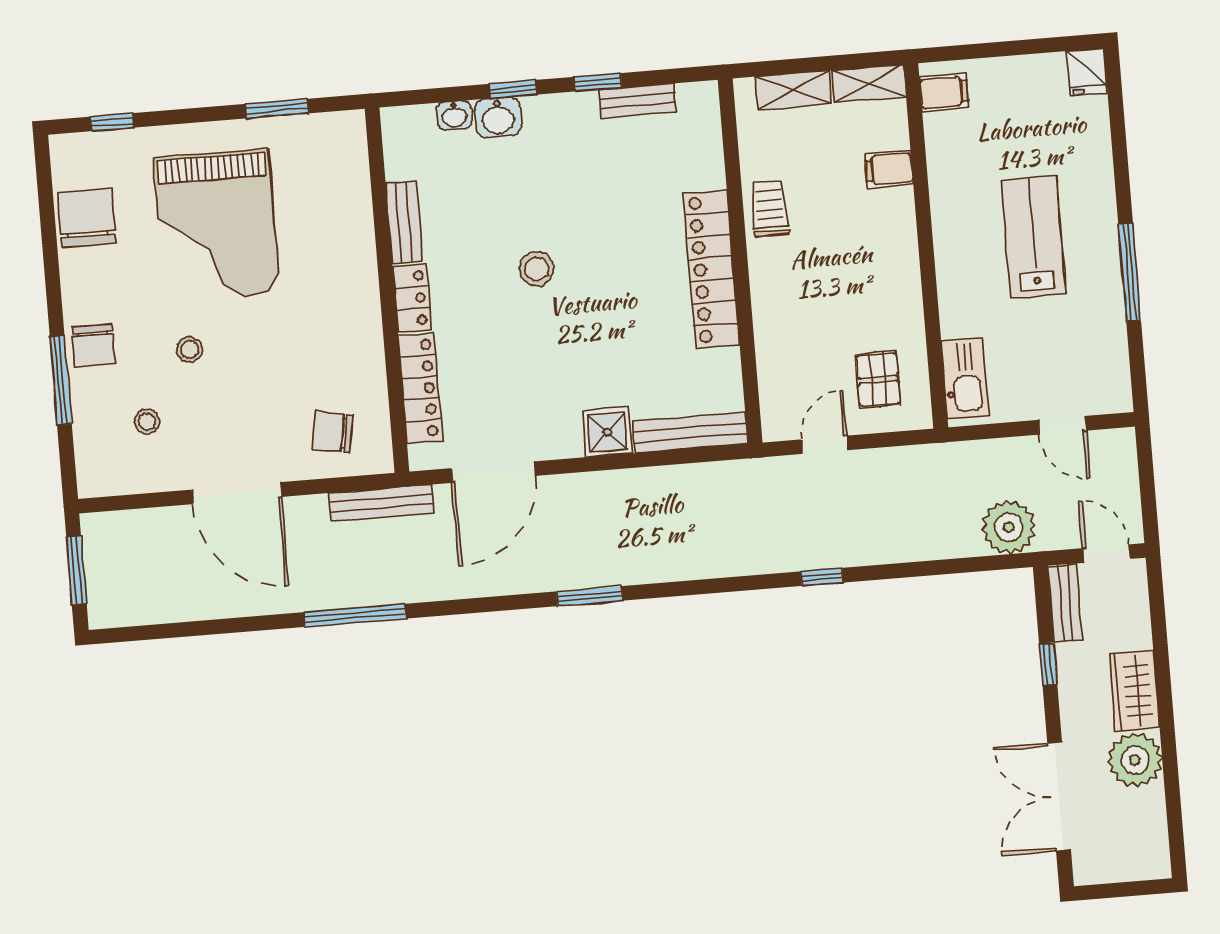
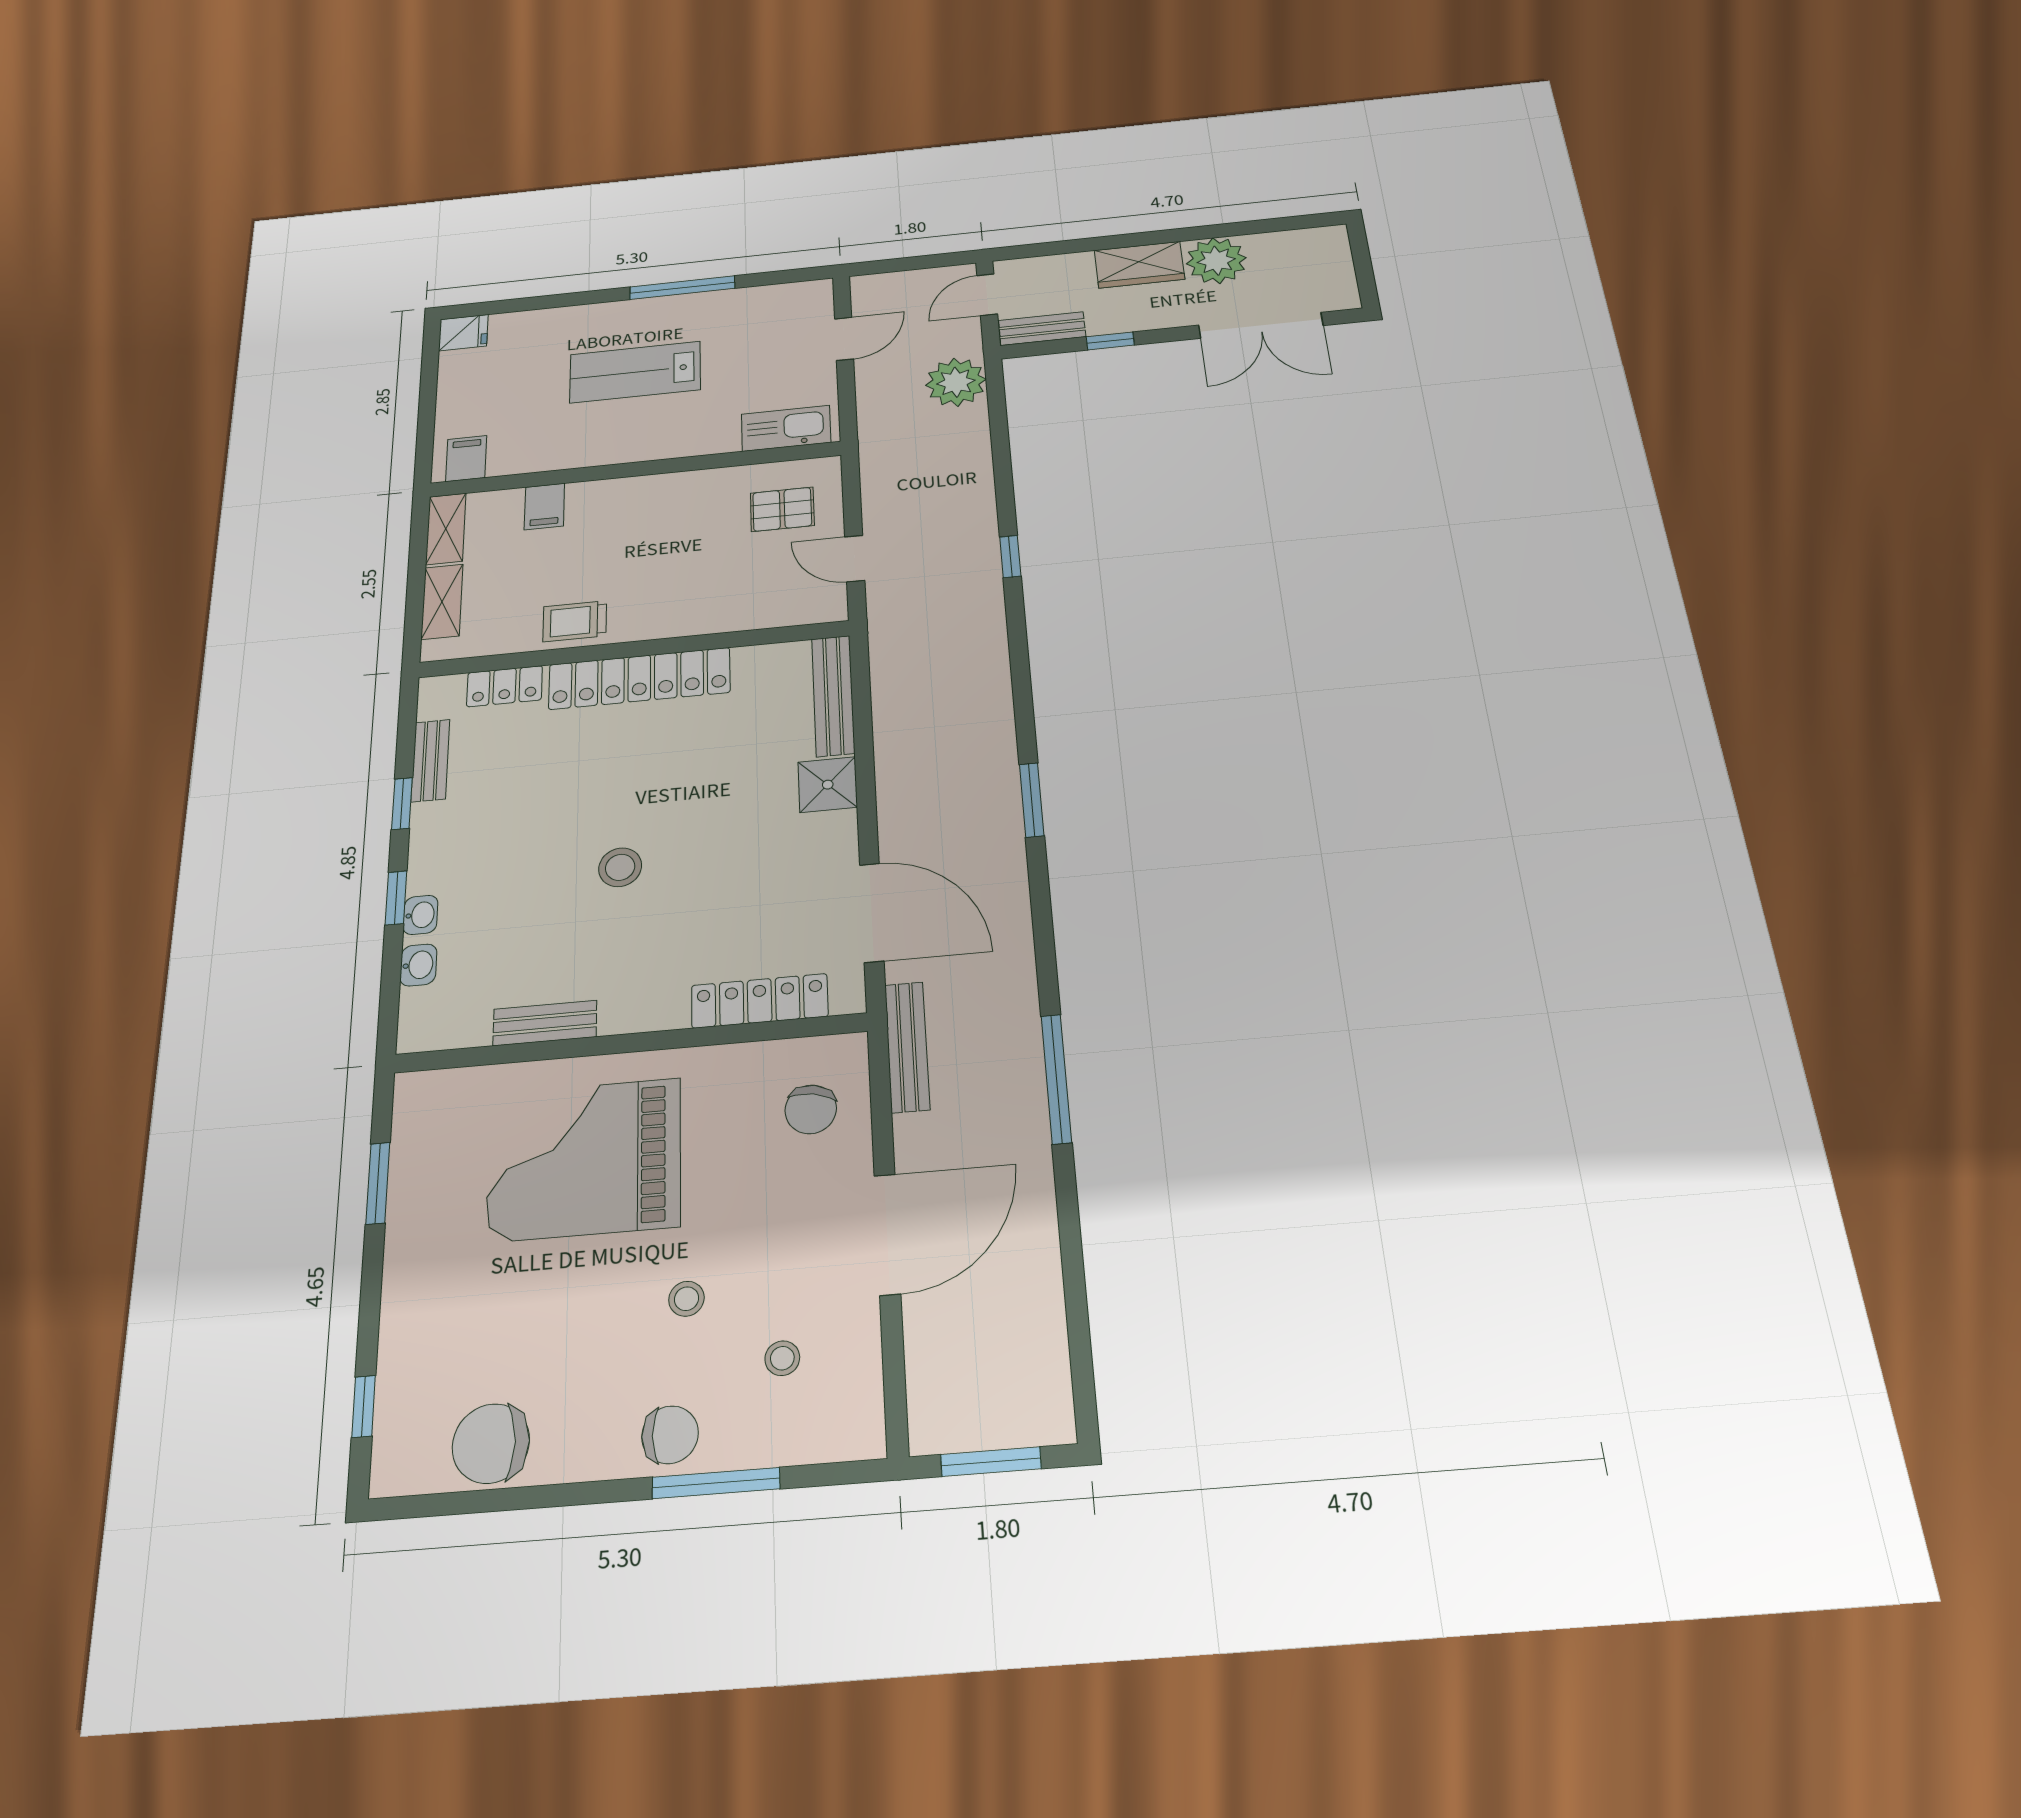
washbasin: (498, 117) -> (420, 915), width x0.72, depth x0.69
grand piano: (216, 226) -> (584, 1159), moved, turned 180
locker: (412, 298) -> (505, 686), moved, turned 180

